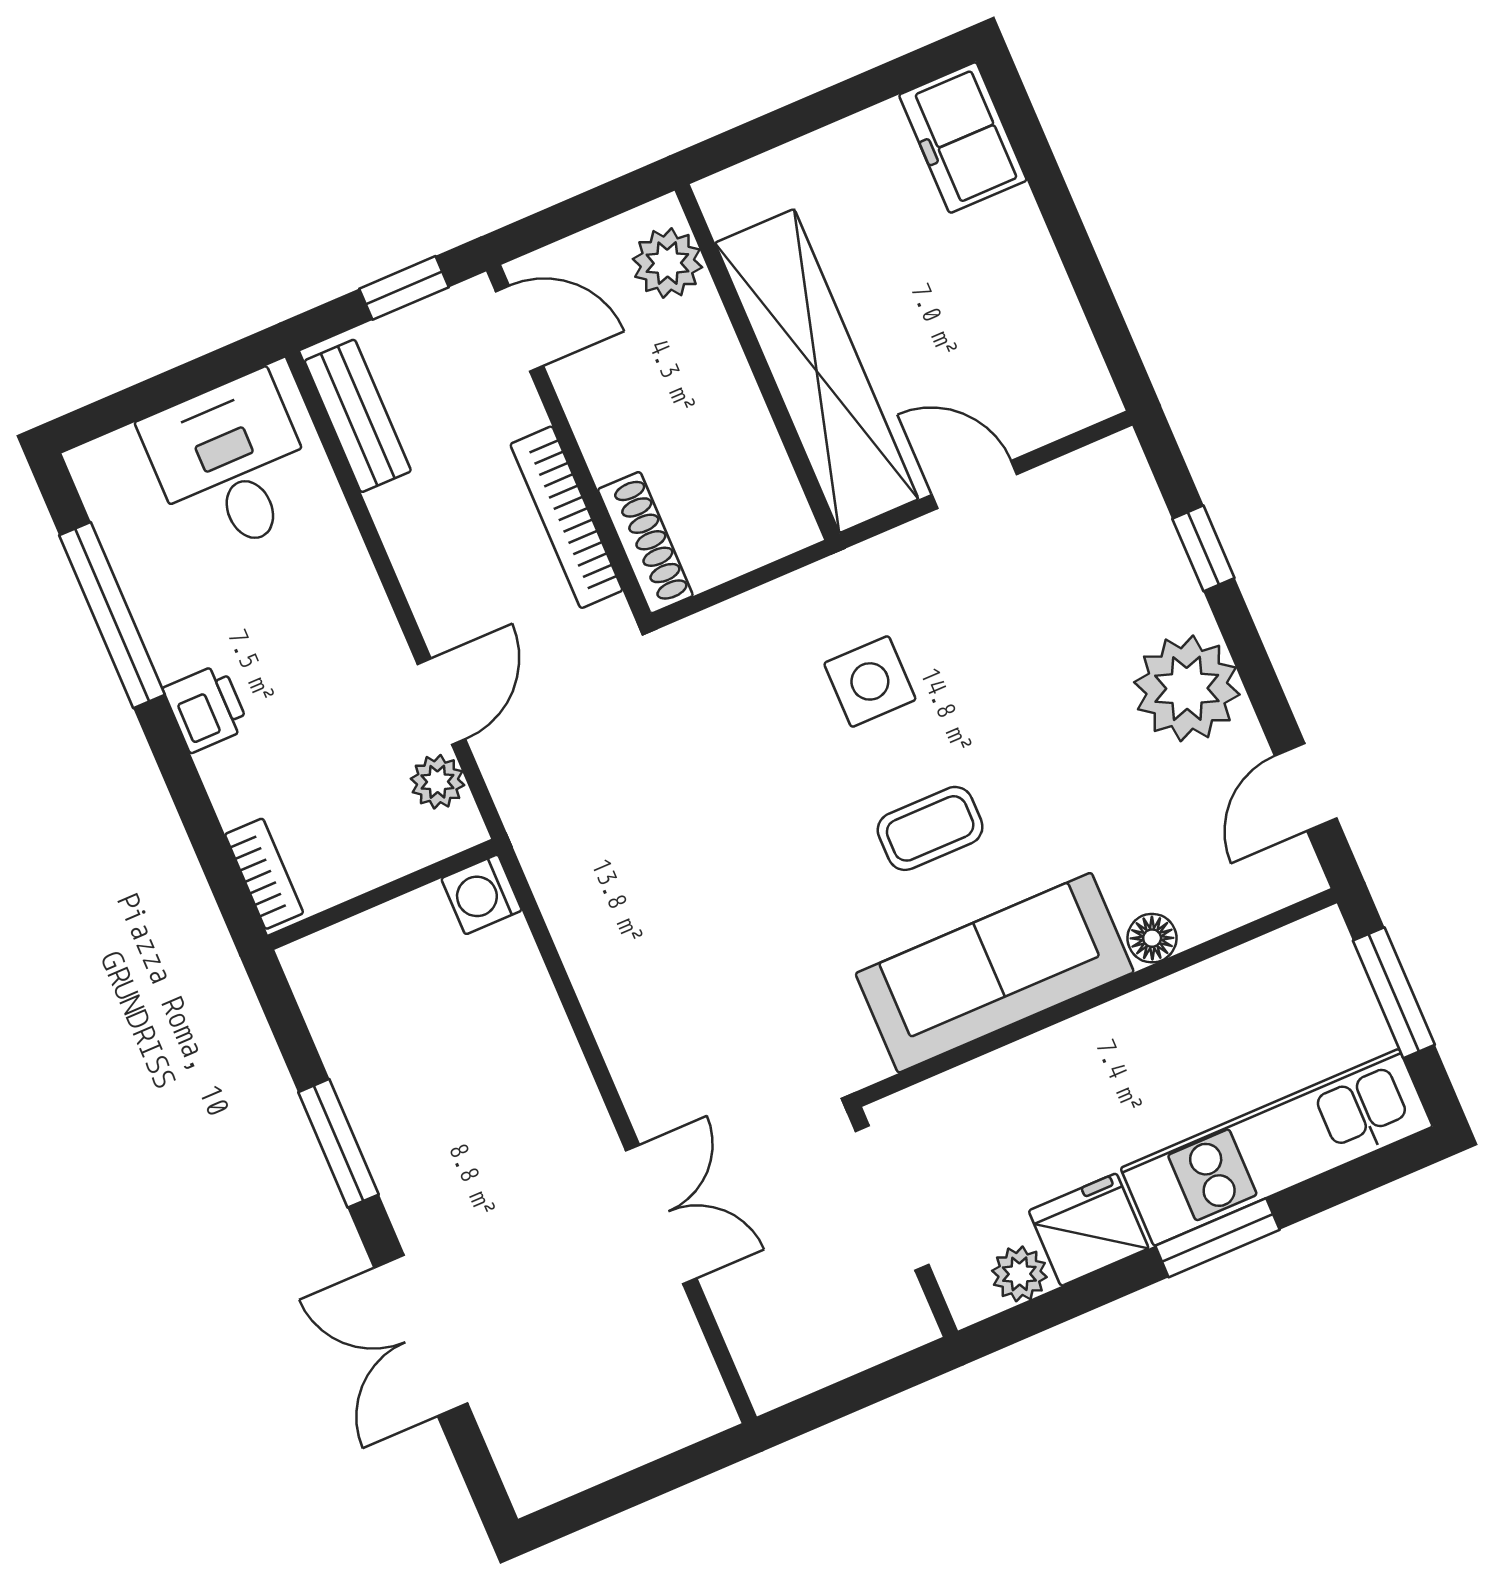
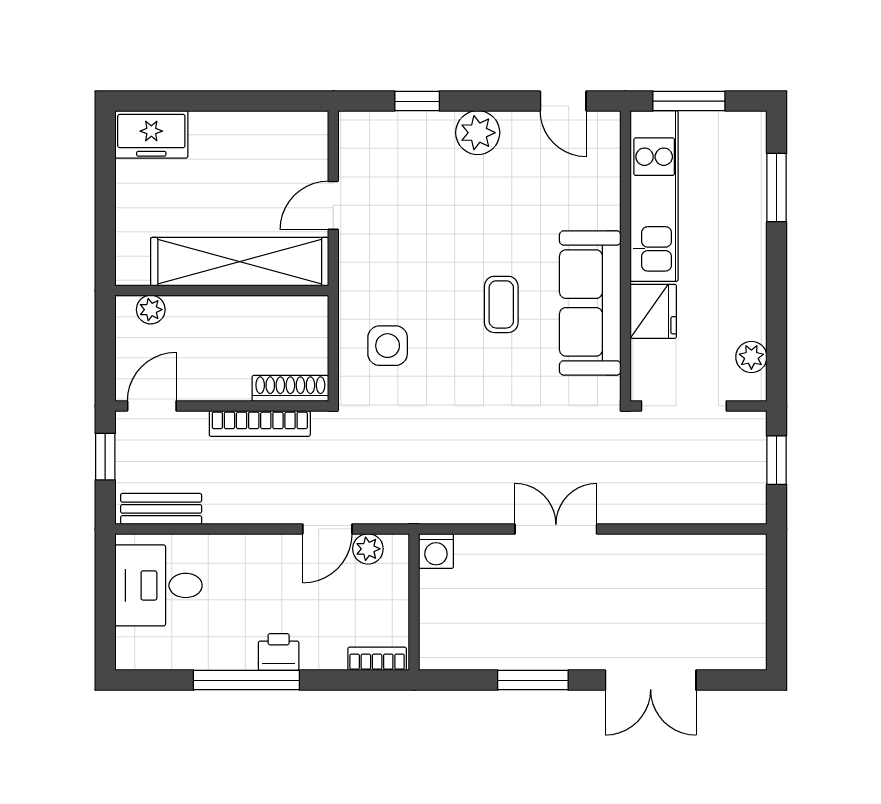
plant: (667, 263) -> (151, 310), width x0.73, depth x0.73
window: (112, 615) -> (246, 680), moved
side table: (870, 681) -> (388, 346), moved
plant: (1187, 688) -> (478, 133), width x0.73, depth x0.73
door: (441, 702) -> (327, 529), swing flipped
floor lamp: (1152, 938) -> (607, 214), removed
kitchen unit: (1277, 1147) -> (654, 196), moved, turned 180
double door: (661, 1214) -> (556, 529), moved
fridge: (1089, 1230) -> (653, 311), moved, turned 180
window: (1217, 1238) -> (777, 188), moved
window: (869, 1387) -> (777, 460), added

